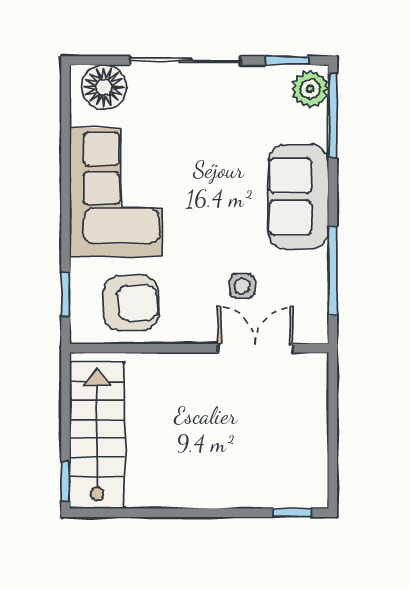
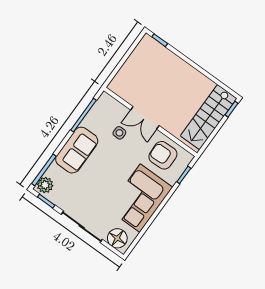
double door: (255, 348) -> (145, 118), moved

